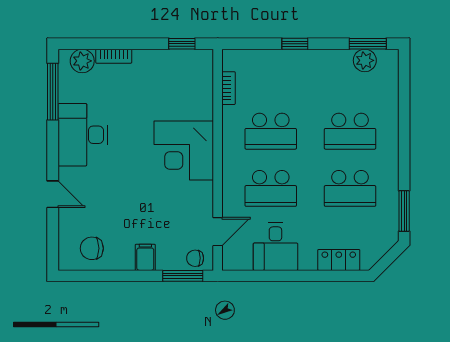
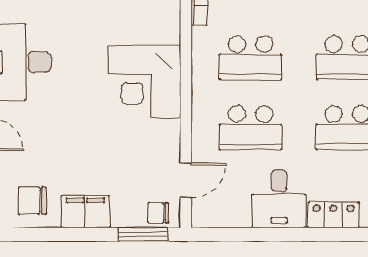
desk: (275, 247) -> (279, 199), moved
filing cabinet: (145, 257) -> (85, 212), width x2.00

